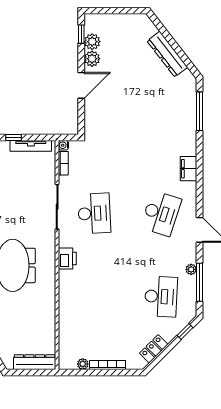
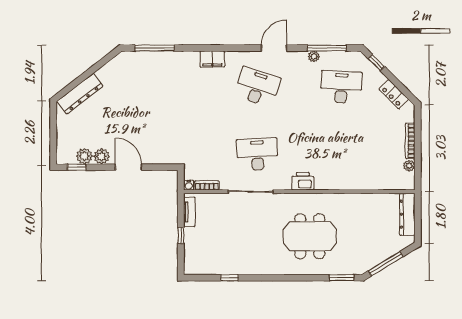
dresser: (167, 54) -> (80, 94), moved
tv unit: (31, 146) -> (189, 212), width x0.71

